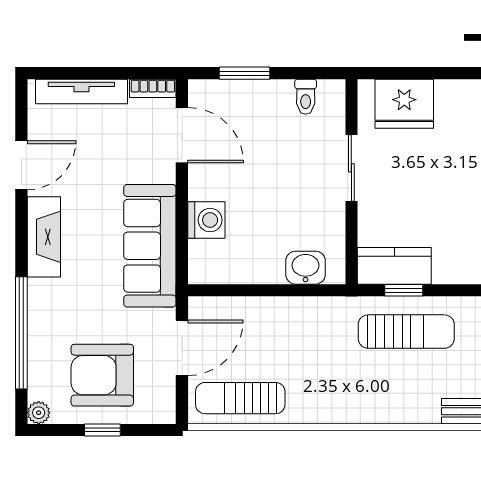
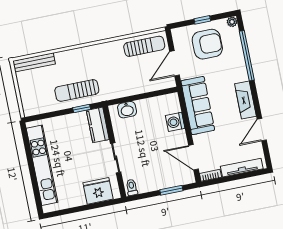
toilet: (306, 97) -> (132, 187), moved
kitchen counter: (394, 266) -> (98, 125), moved, turned 90

